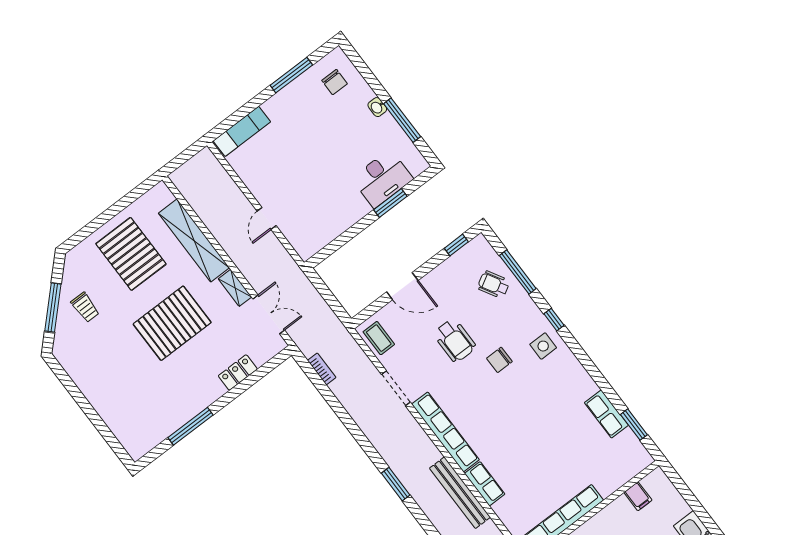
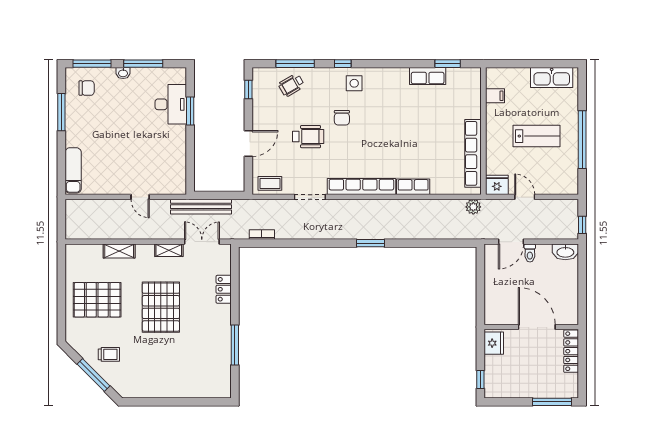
window: (363, 69) -> (92, 64), added
shelving: (194, 240) -> (119, 251), width x0.45, depth x0.75
bench: (460, 493) -> (201, 207), moved

